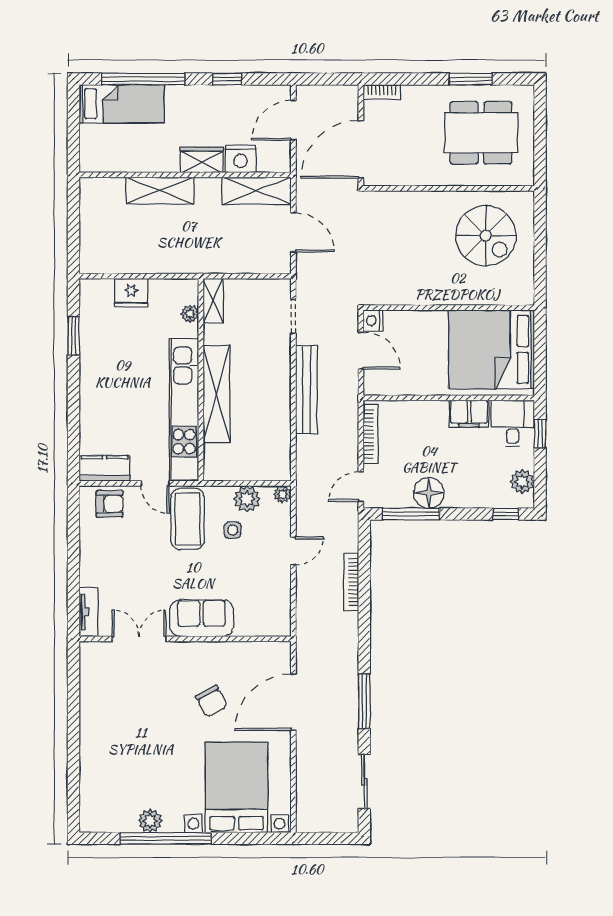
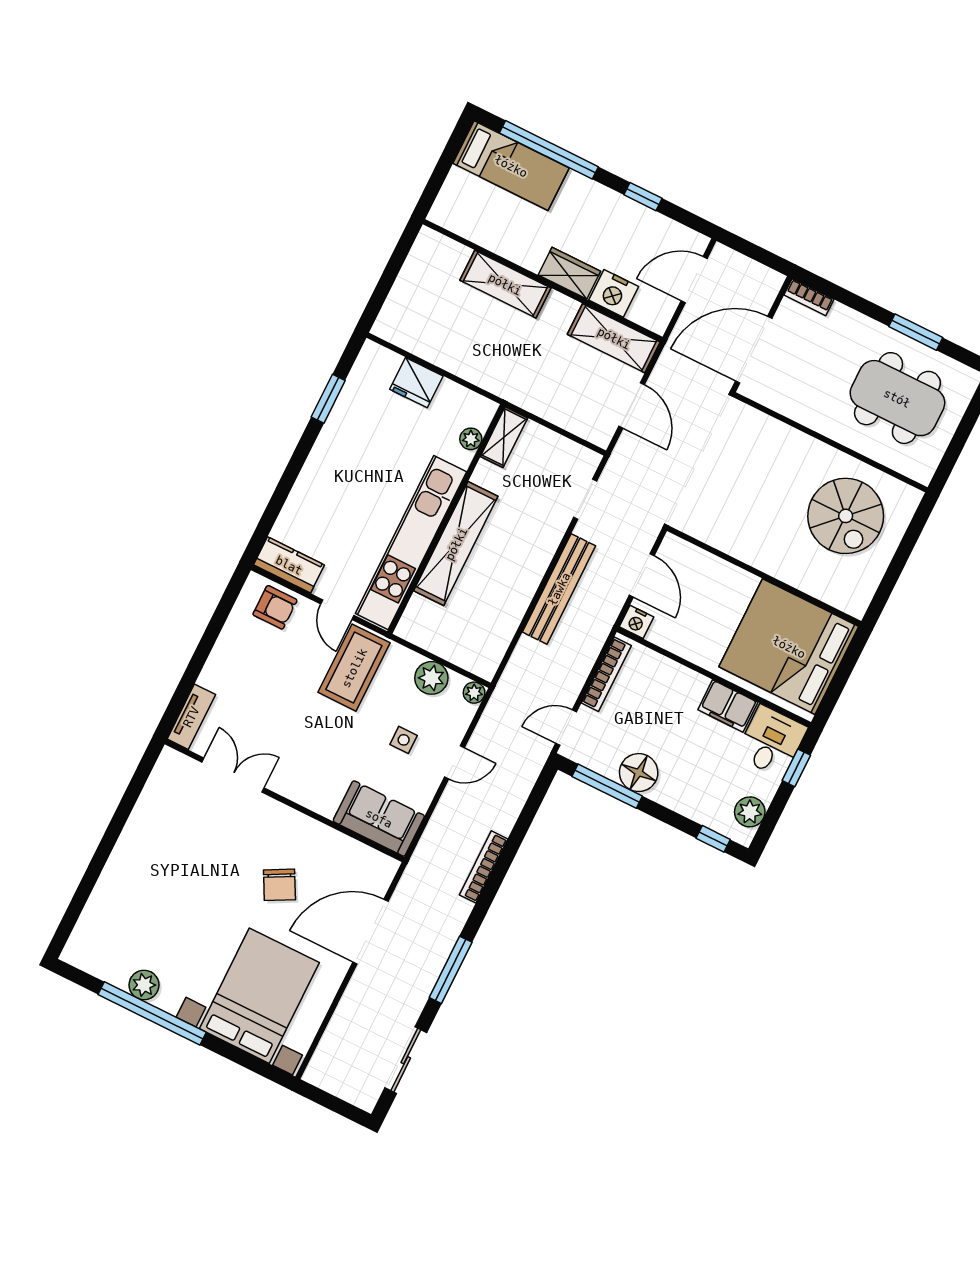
nightstand: (373, 321) -> (637, 622), moved, turned -90
side table: (233, 530) -> (404, 740), moved
bookcase: (351, 582) -> (484, 867), moved
sofa: (202, 618) -> (379, 818), moved

